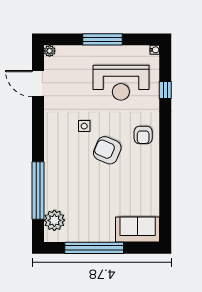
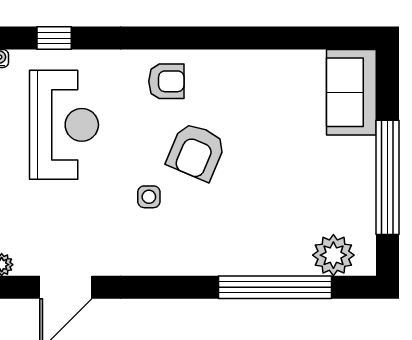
window: (165, 90) -> (54, 38), moved

